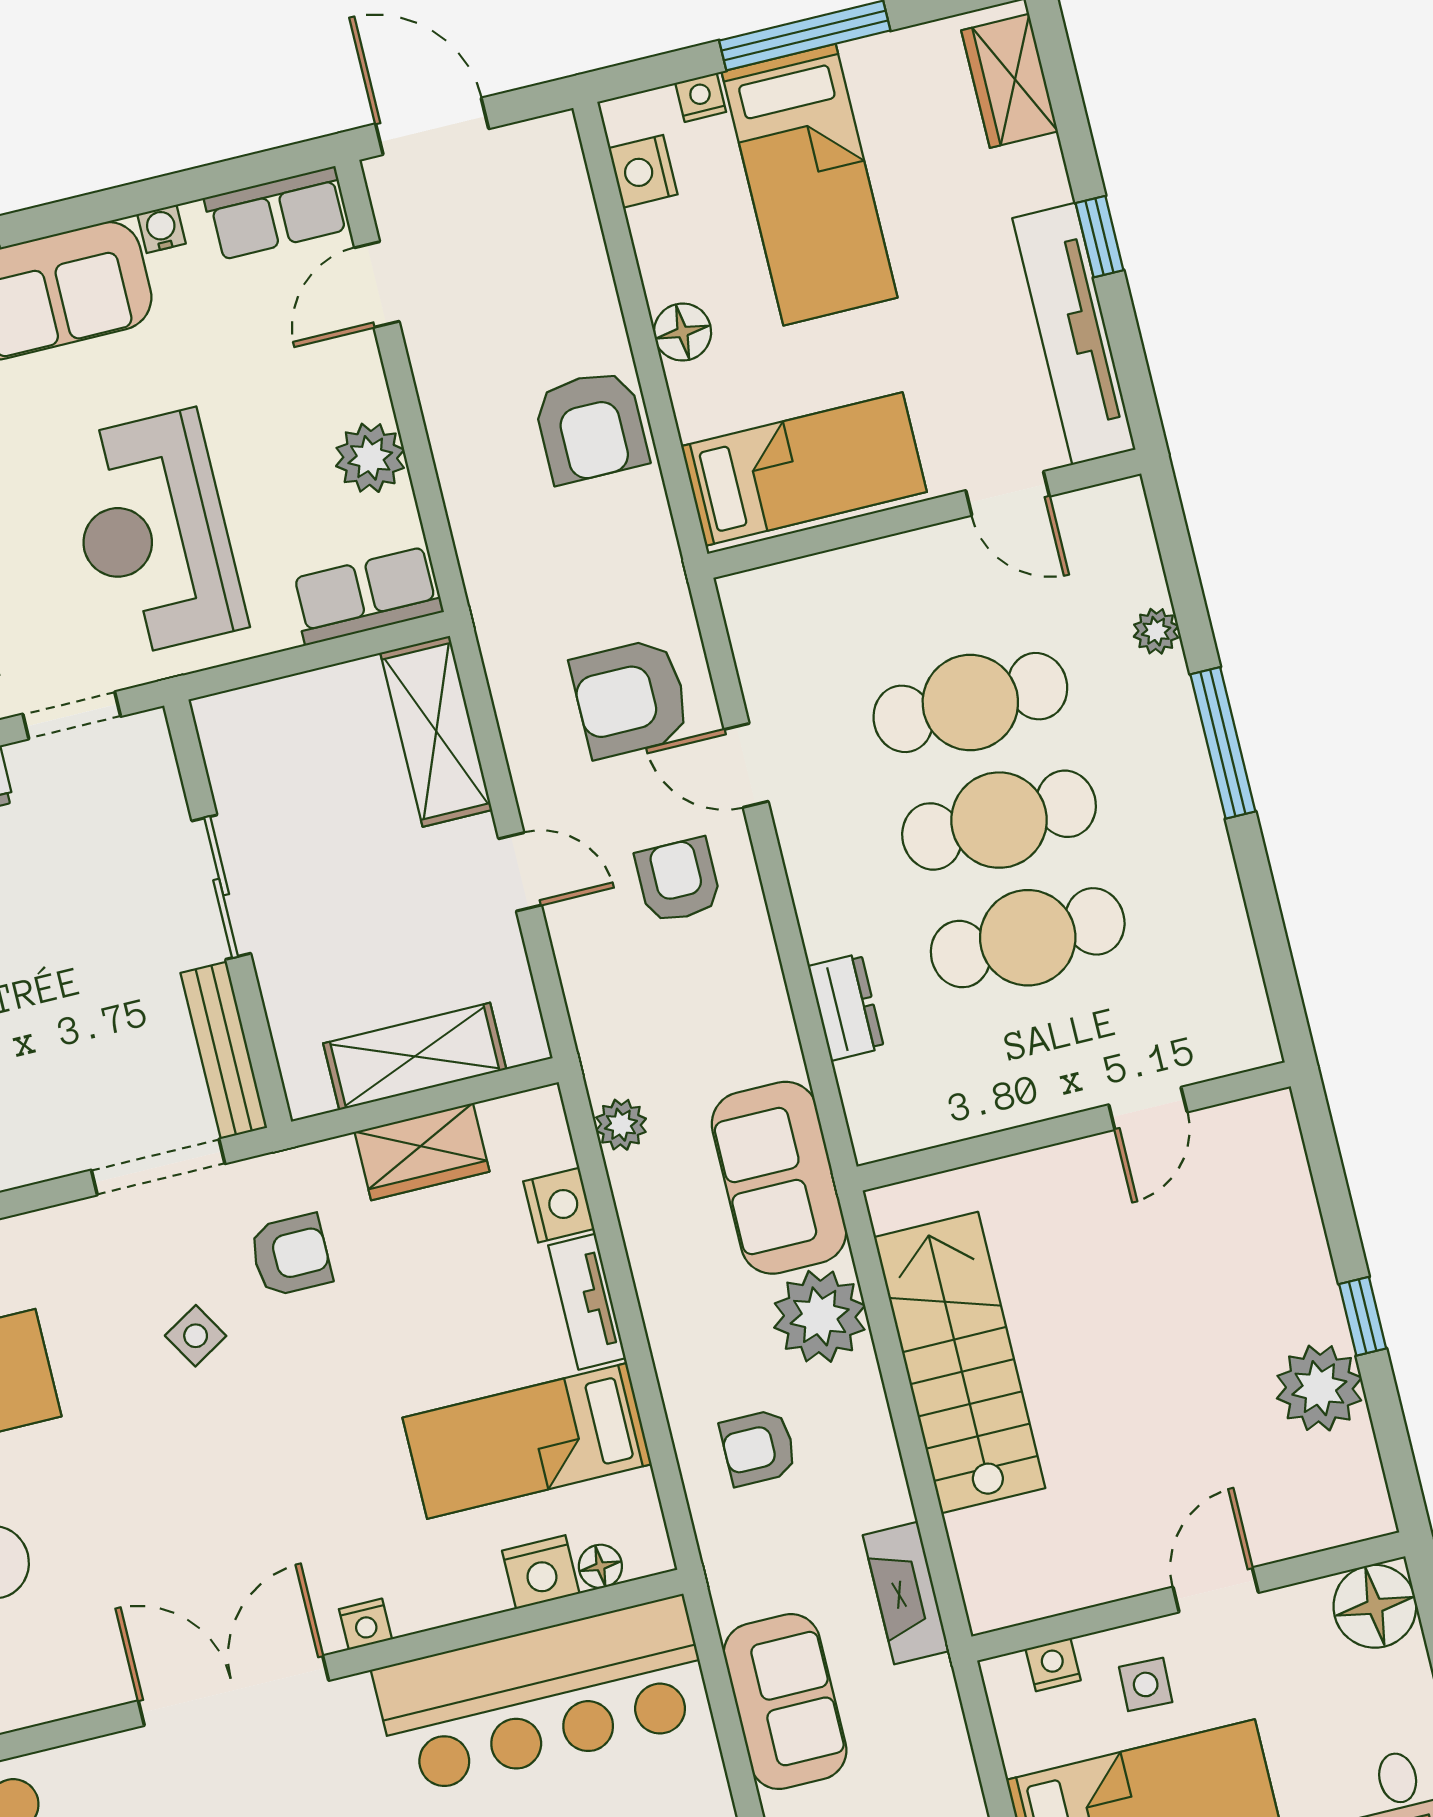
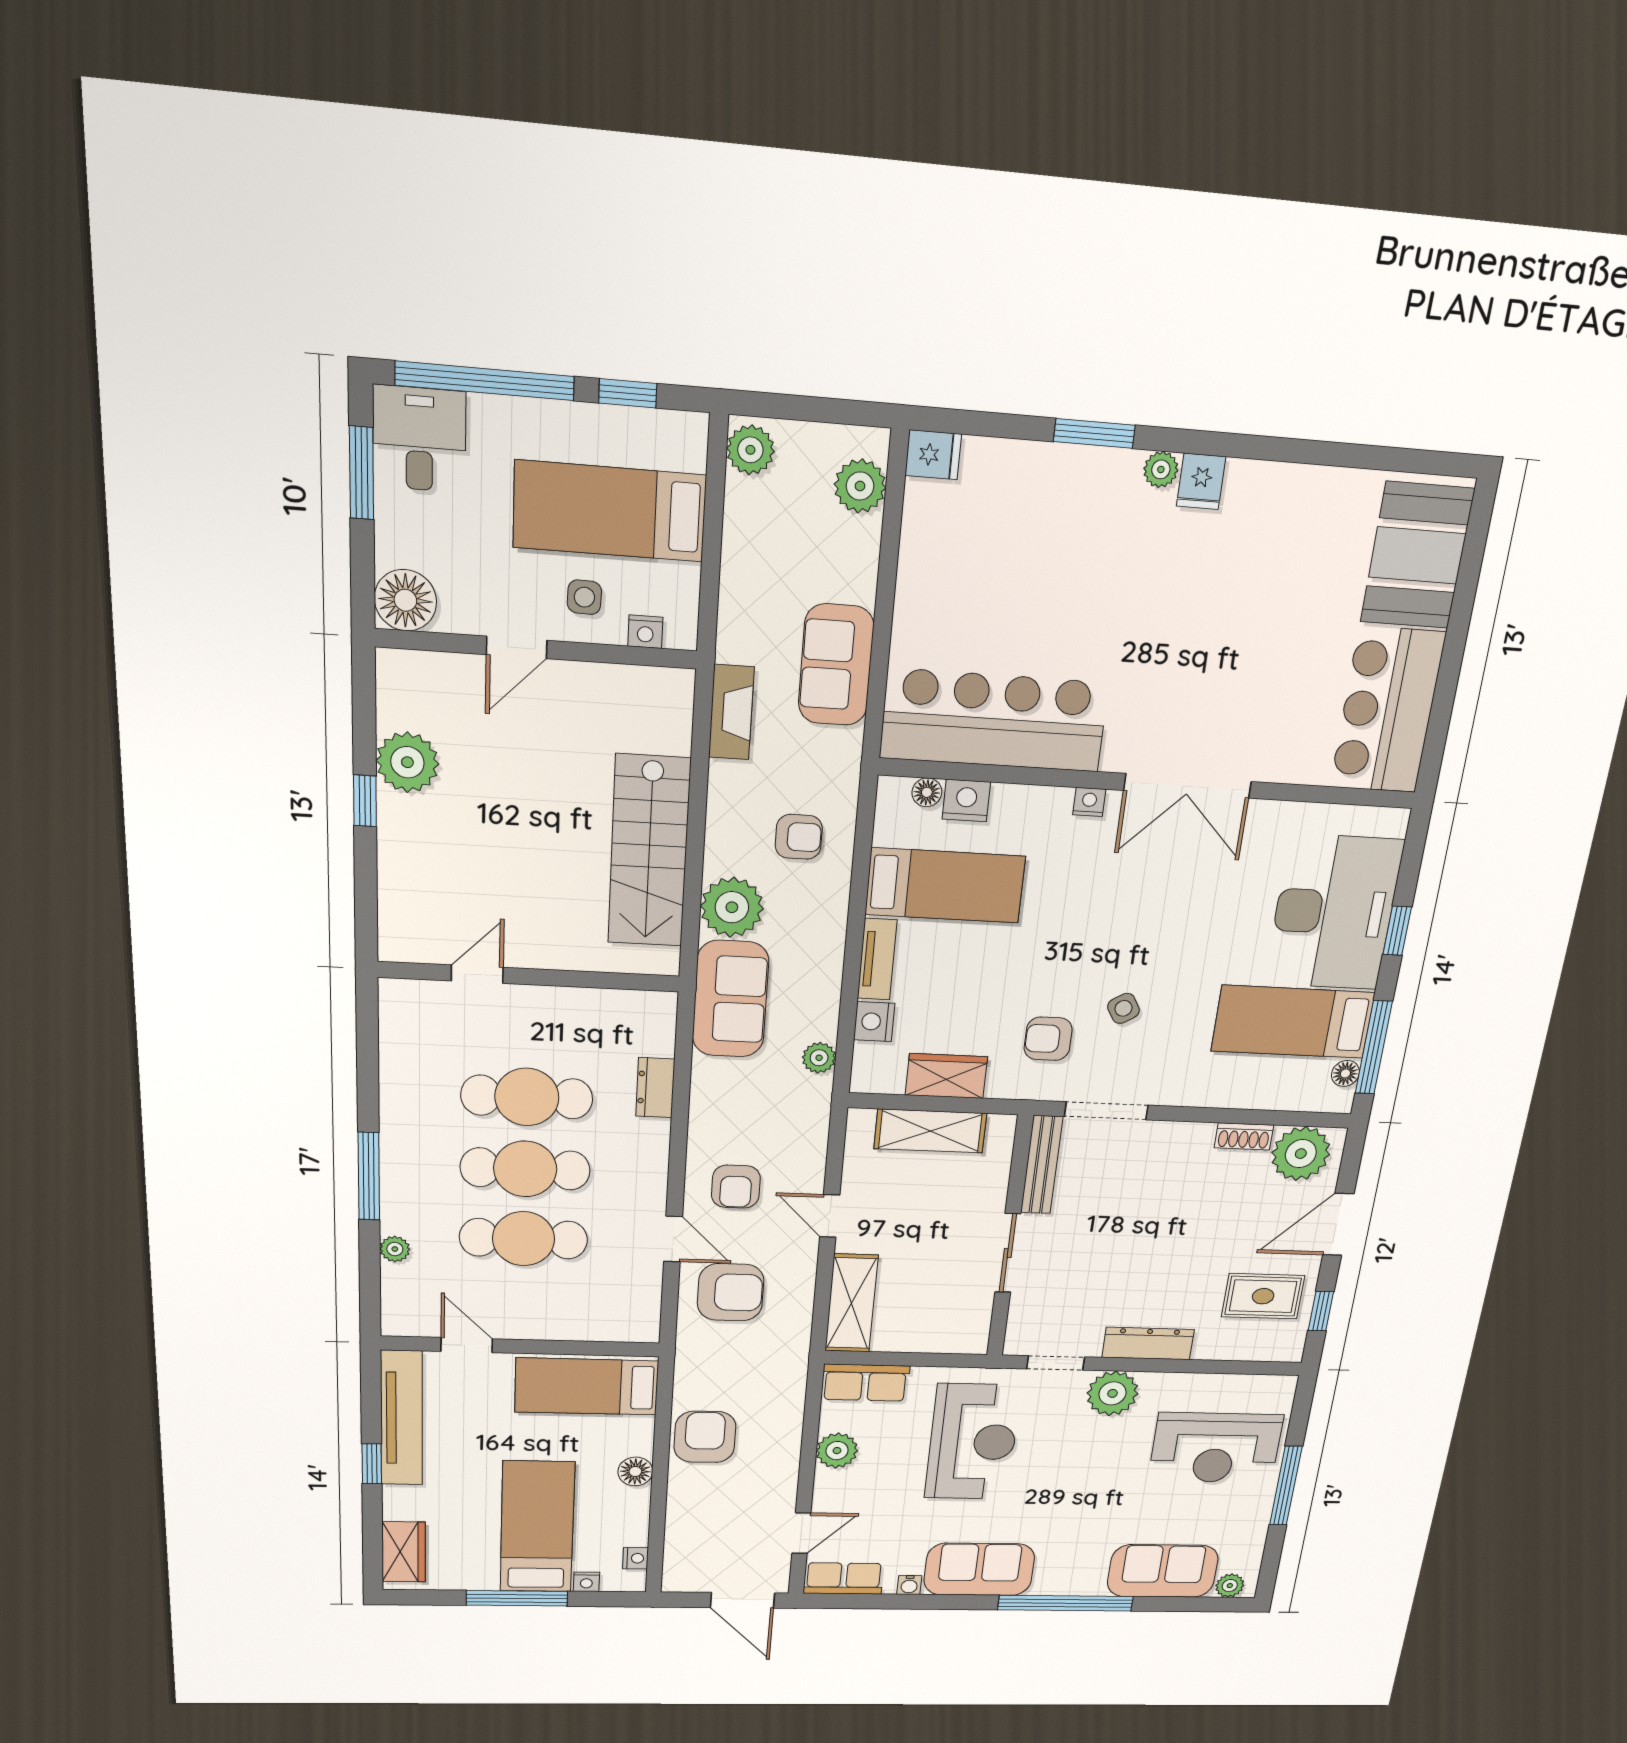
nightstand: (643, 171) -> (636, 1558), width x0.72, depth x0.74

